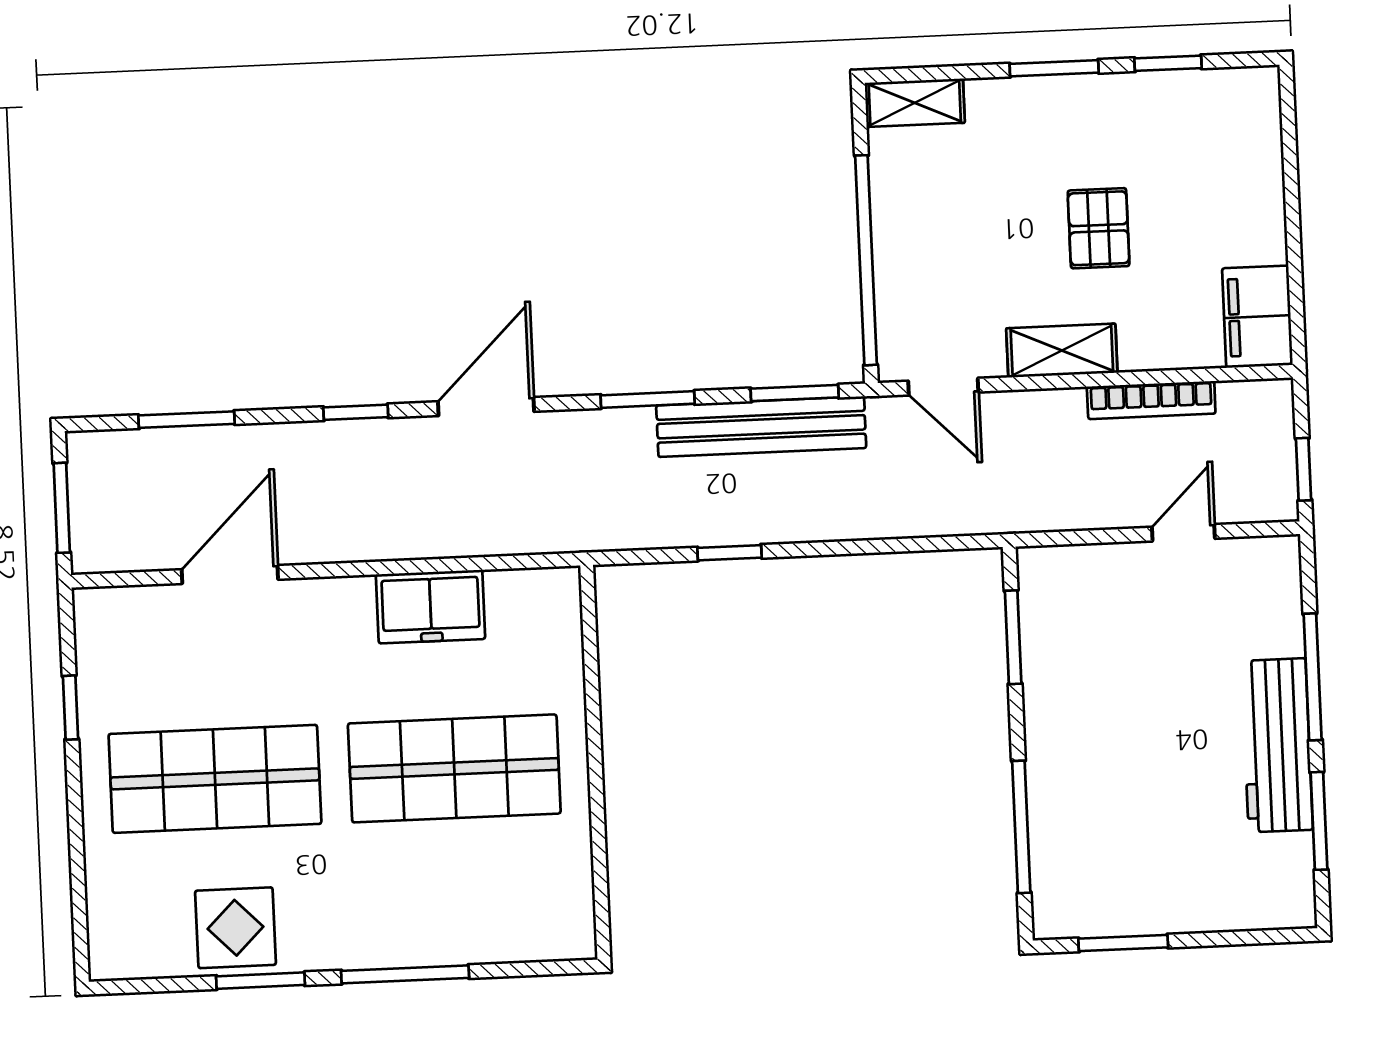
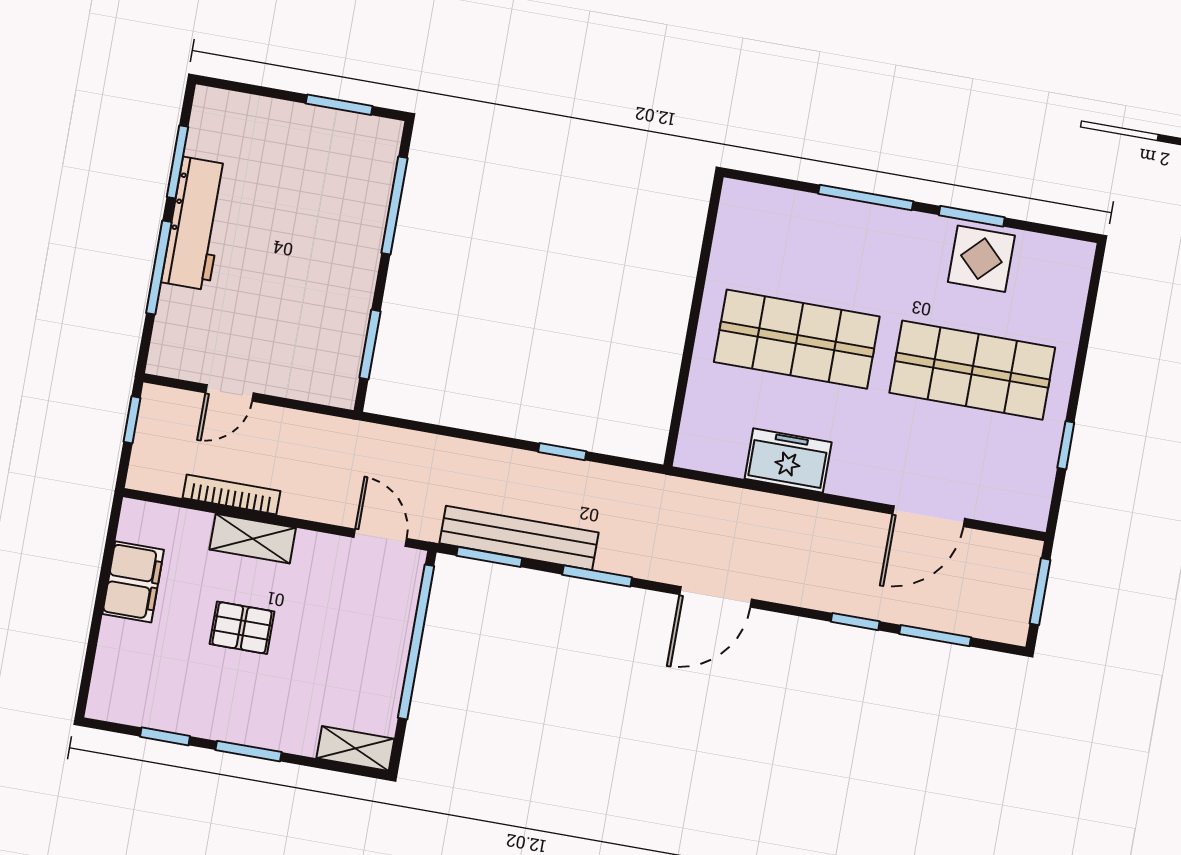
pallet: (1099, 228) -> (242, 628), turned 90
filing cabinet: (1257, 317) -> (133, 582), moved
shelving: (1062, 351) -> (253, 539), moved
window: (356, 412) -> (855, 622), moved

